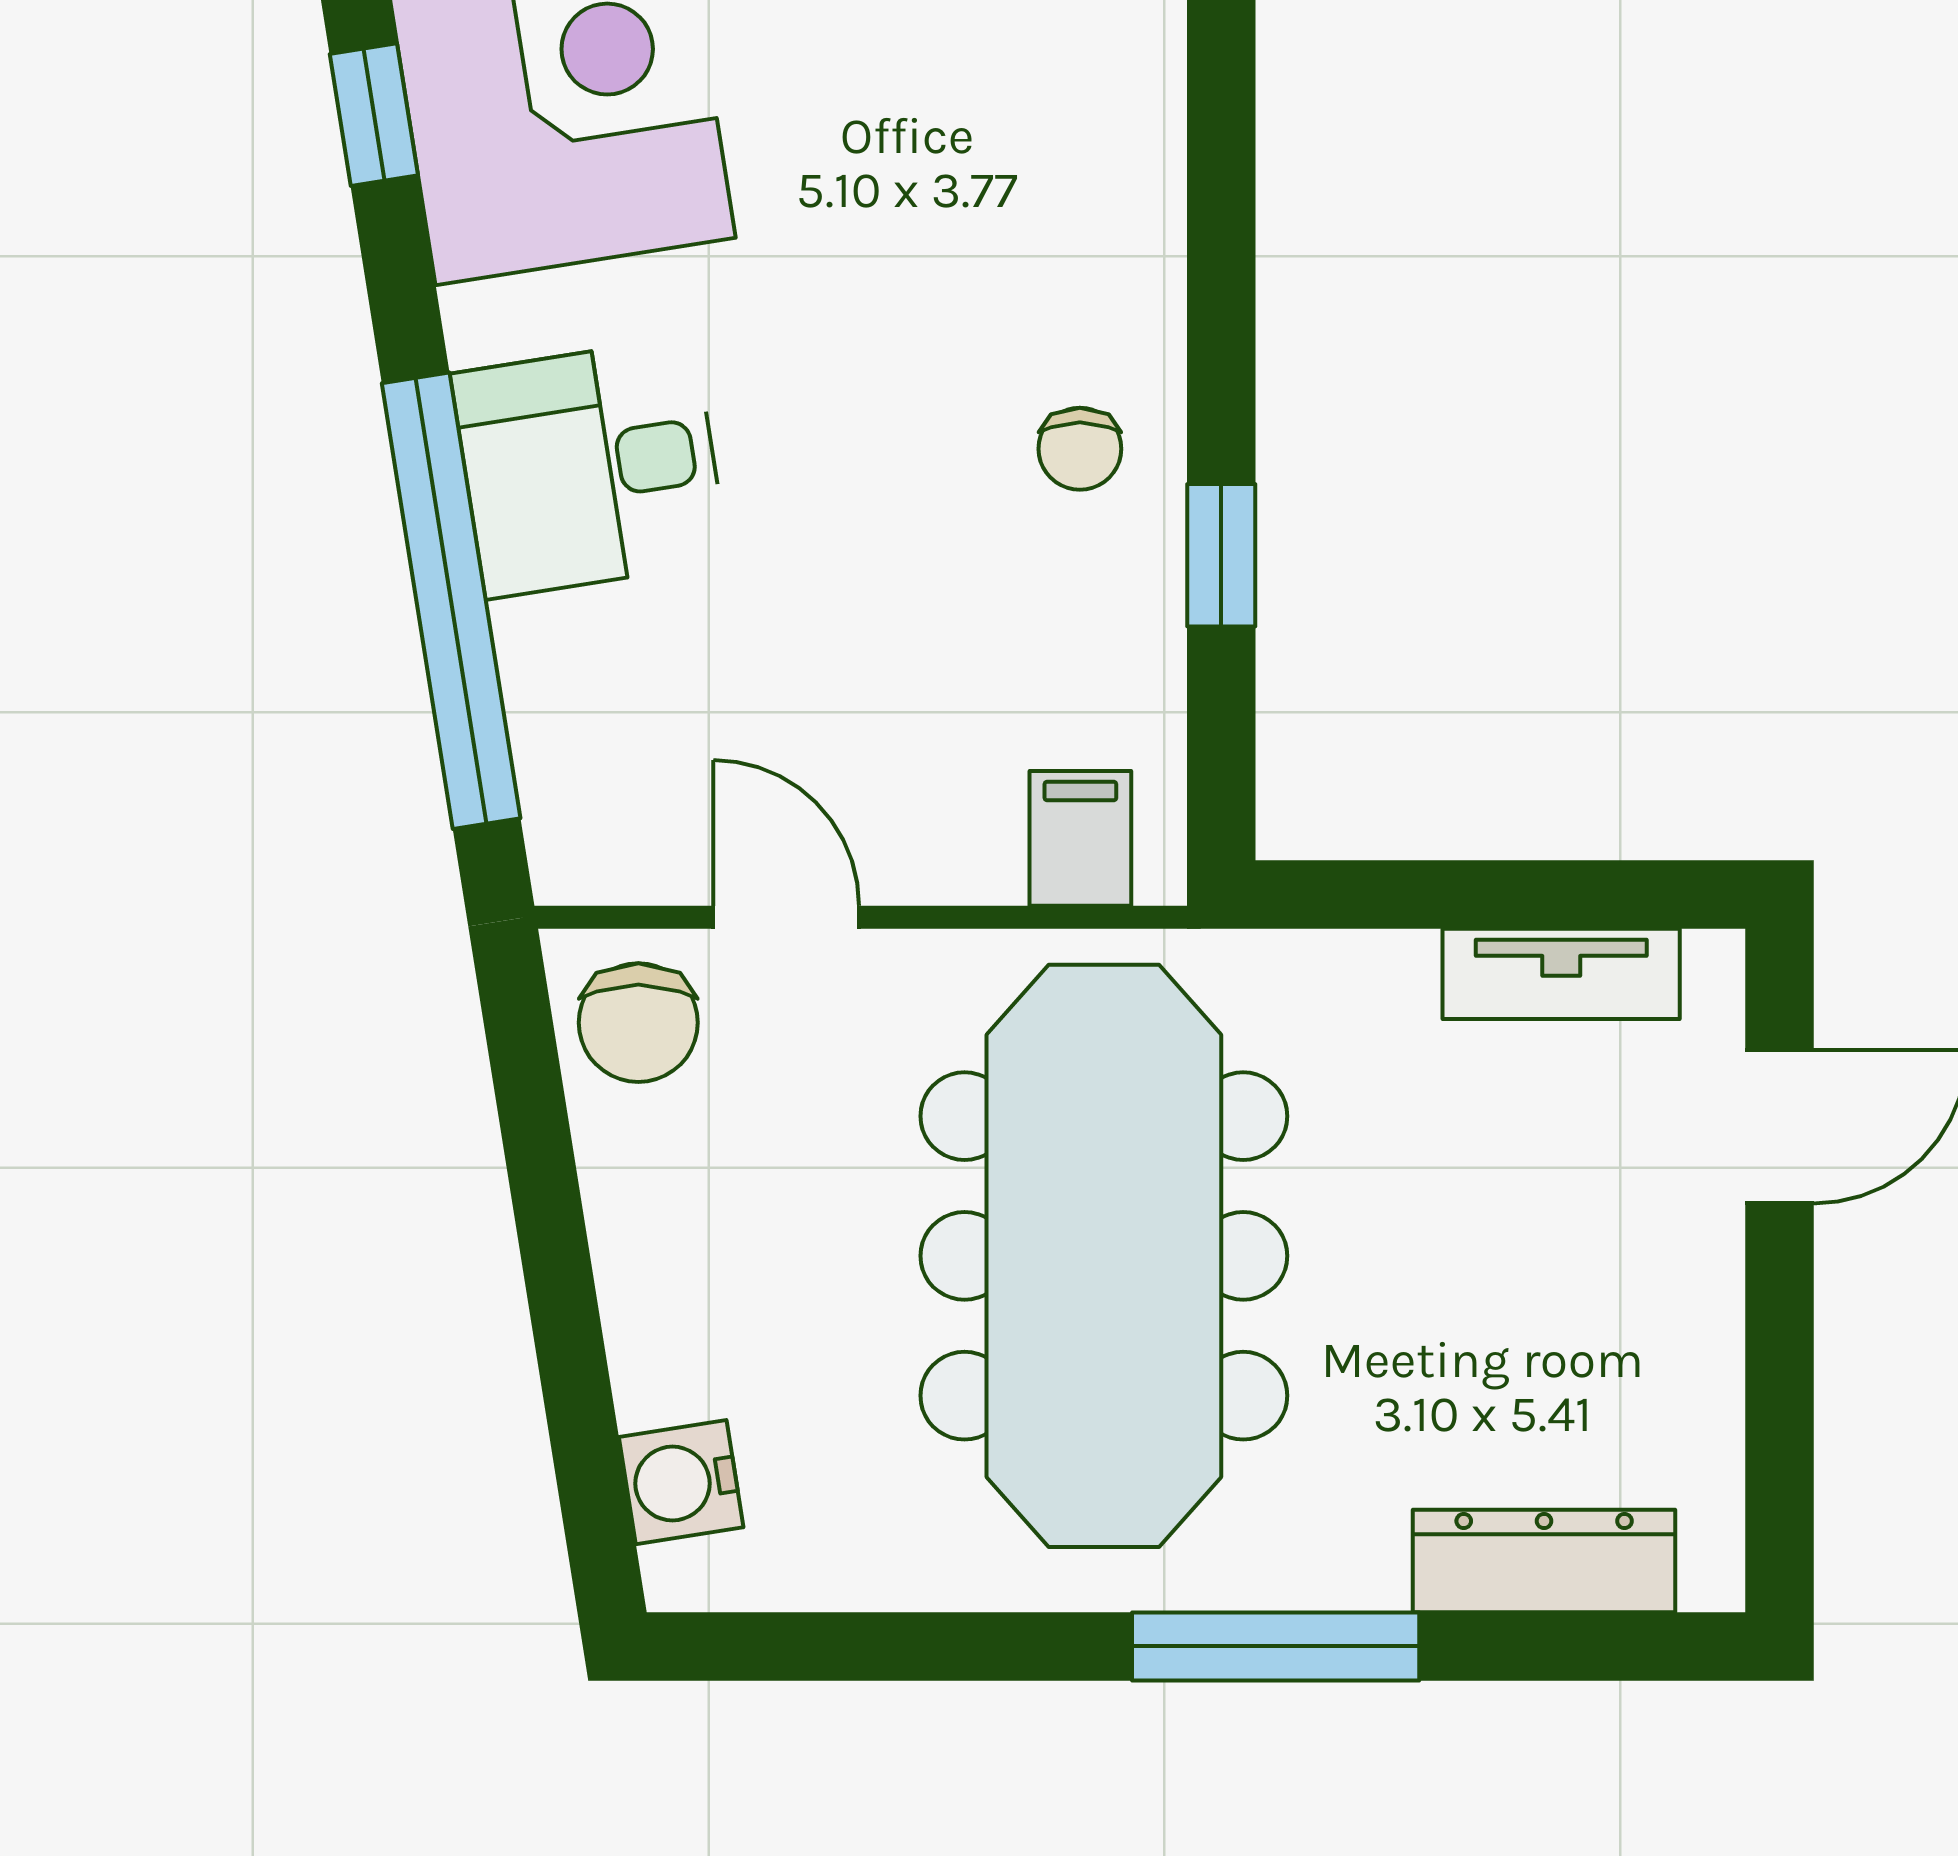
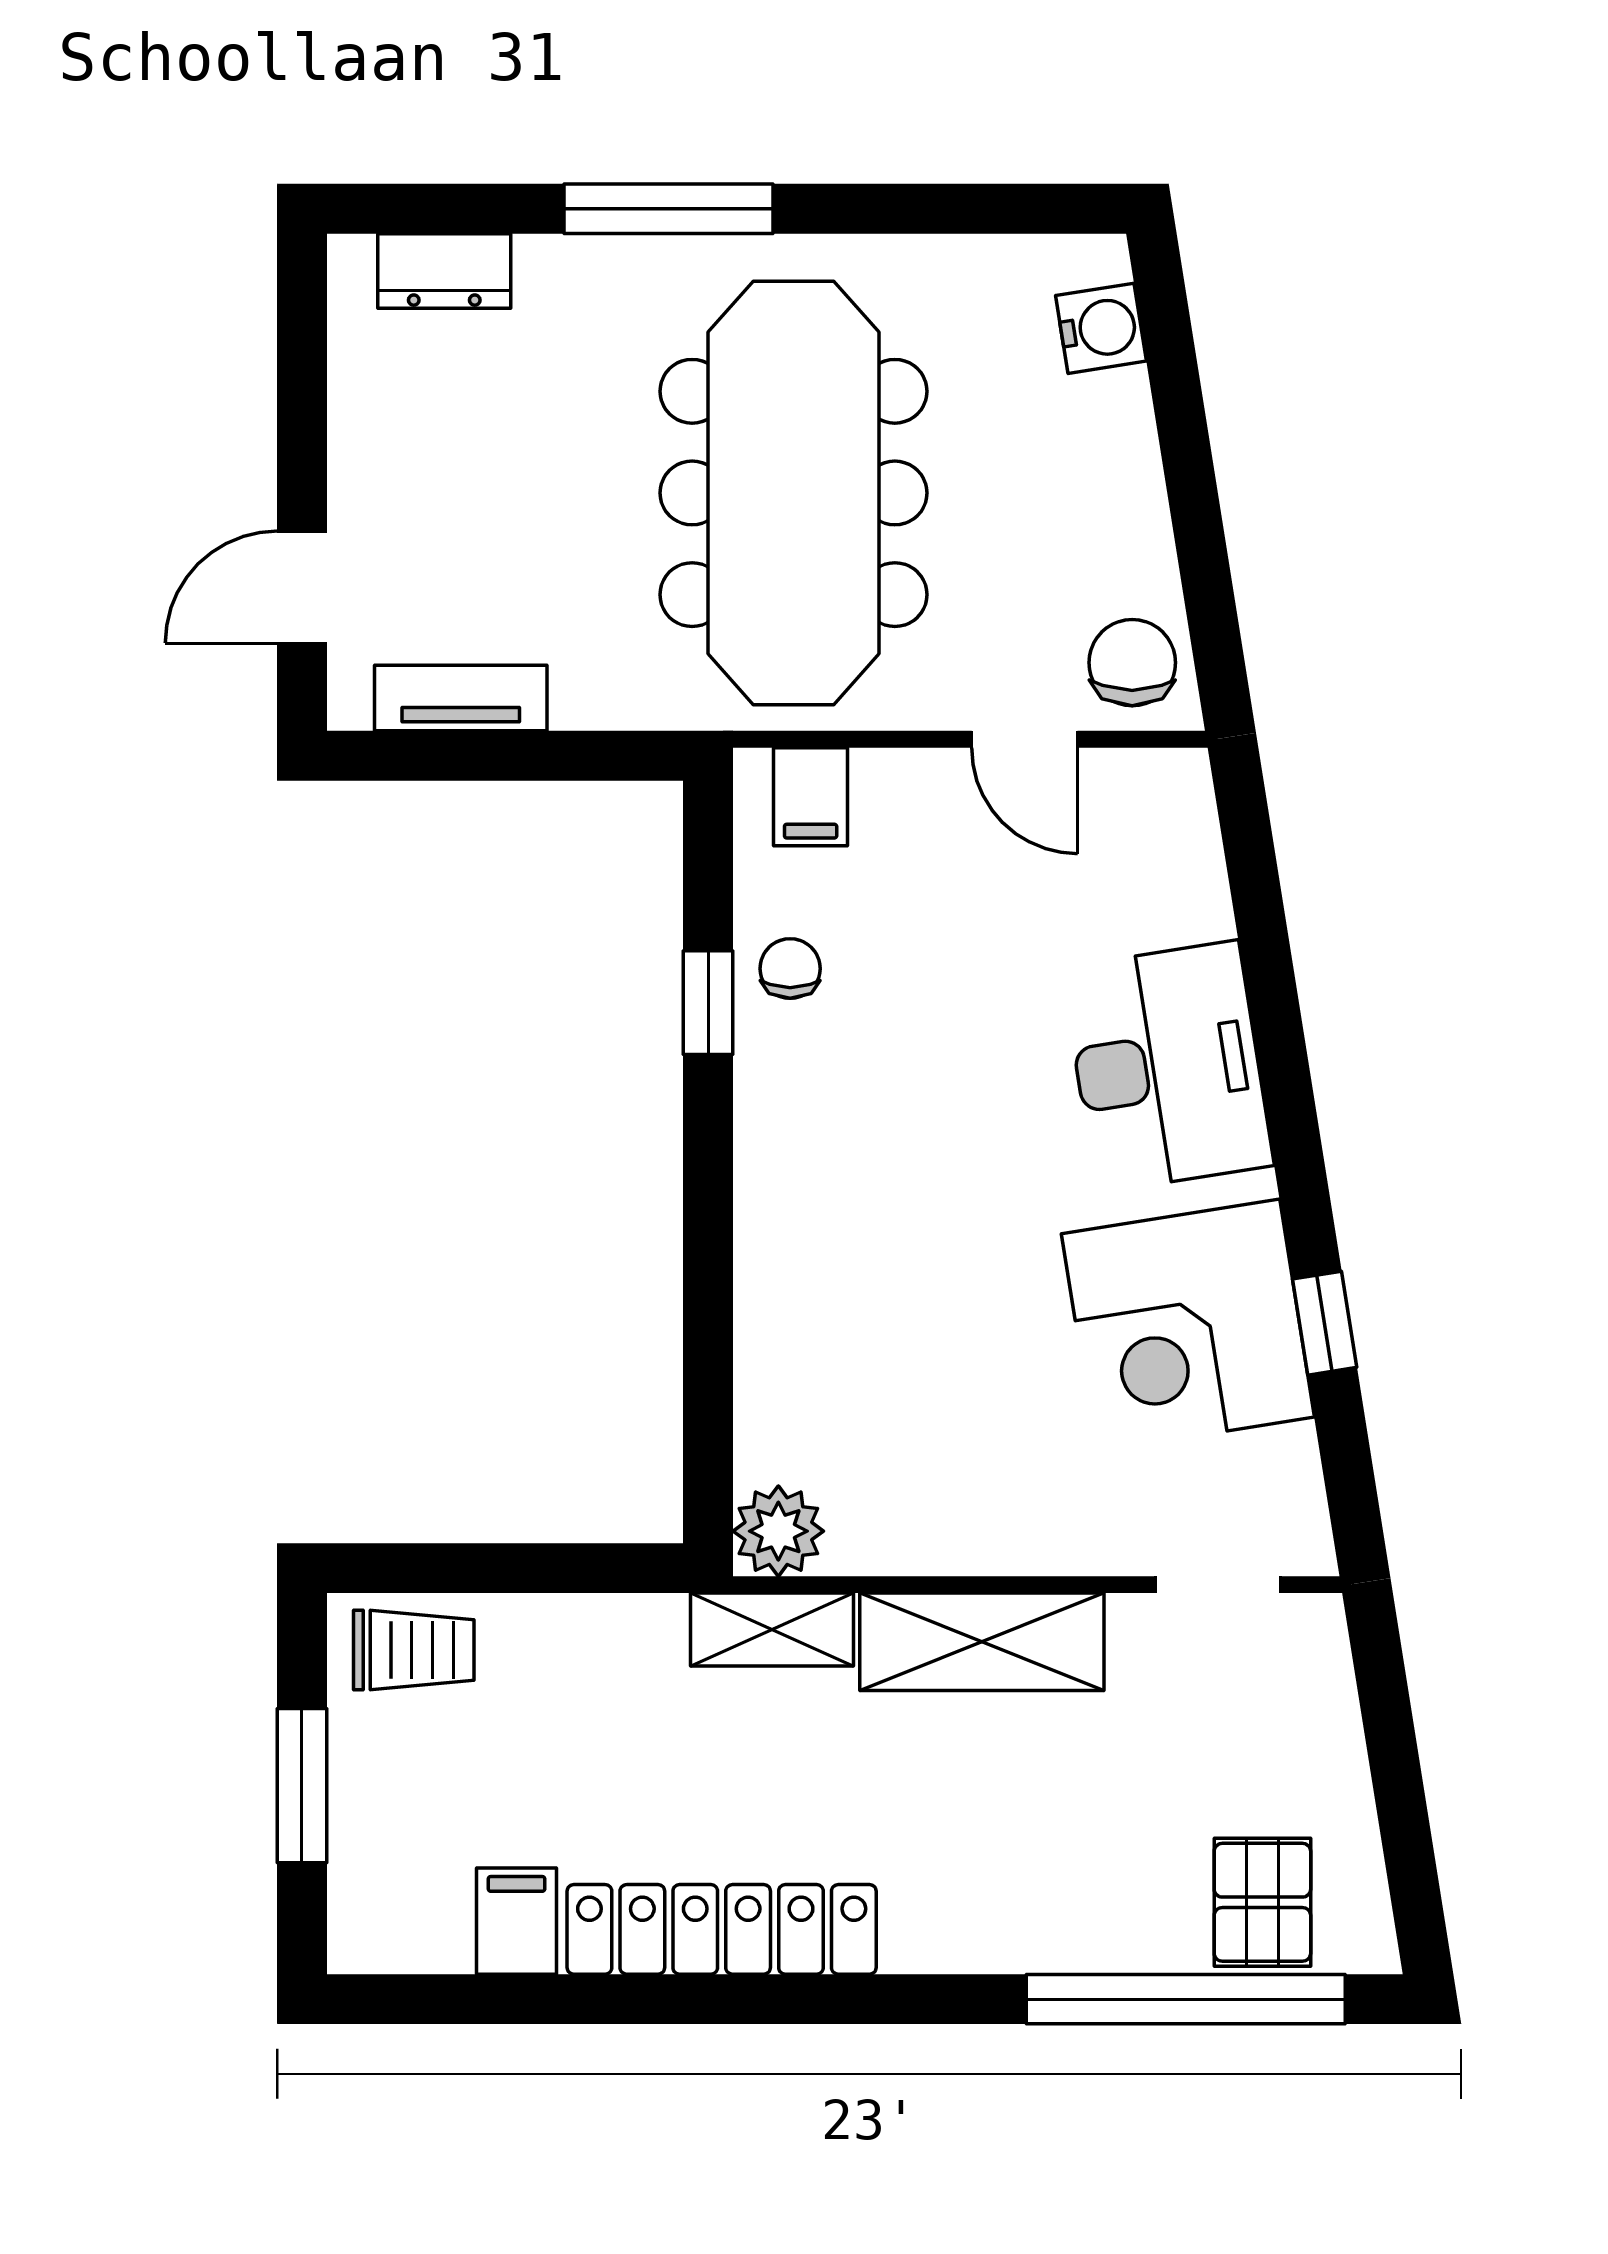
chair: (1080, 449) -> (790, 969), moved
desk: (590, 467) -> (1167, 1067), width x1.37
window: (451, 601) -> (1268, 970), removed
dresser: (1544, 1561) -> (444, 271), width x0.70

